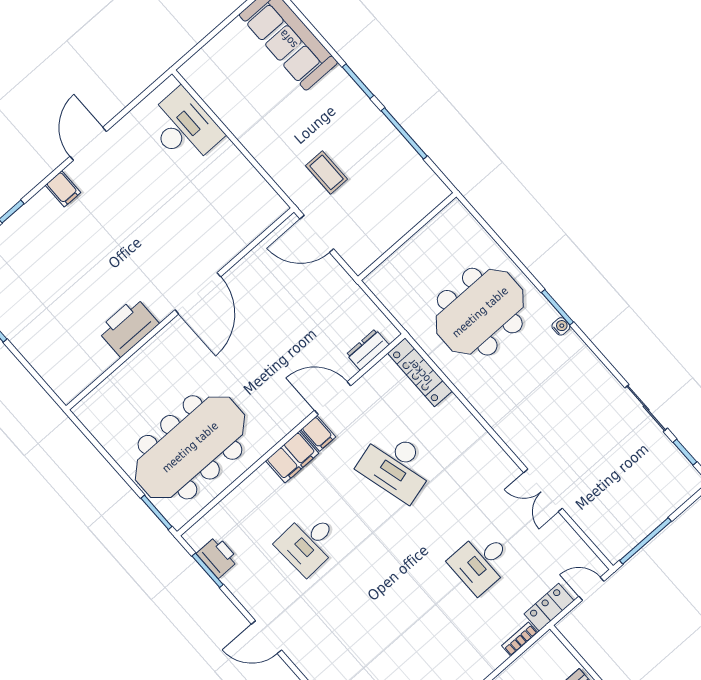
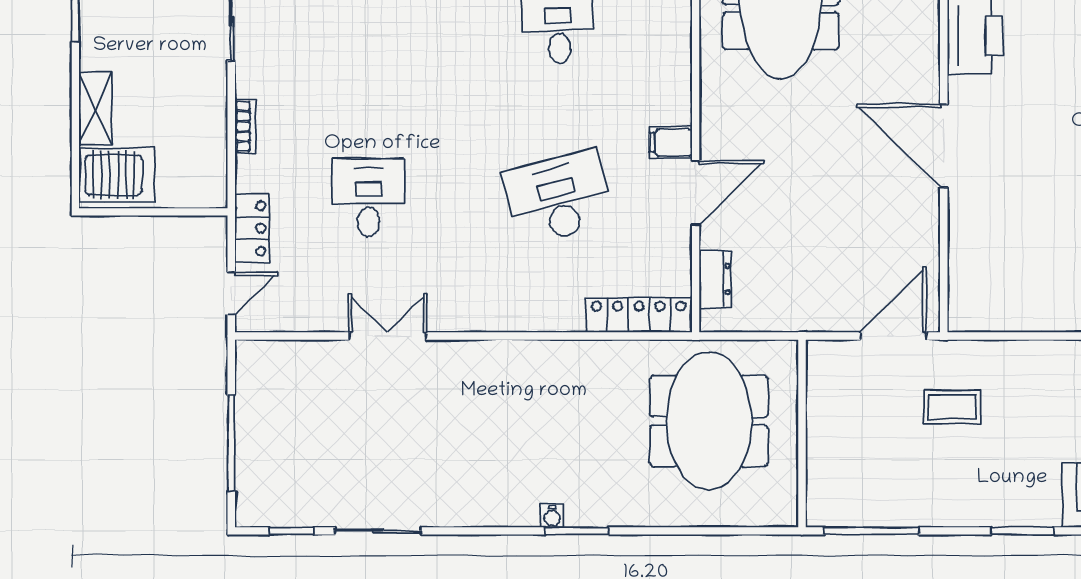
window: (404, 133) -> (871, 531), moved
meeting table: (480, 312) -> (709, 421), moved
filing cabinet: (292, 457) -> (670, 90), removed
window: (646, 541) -> (231, 443), moved
bookcase: (520, 639) -> (245, 126), moved

